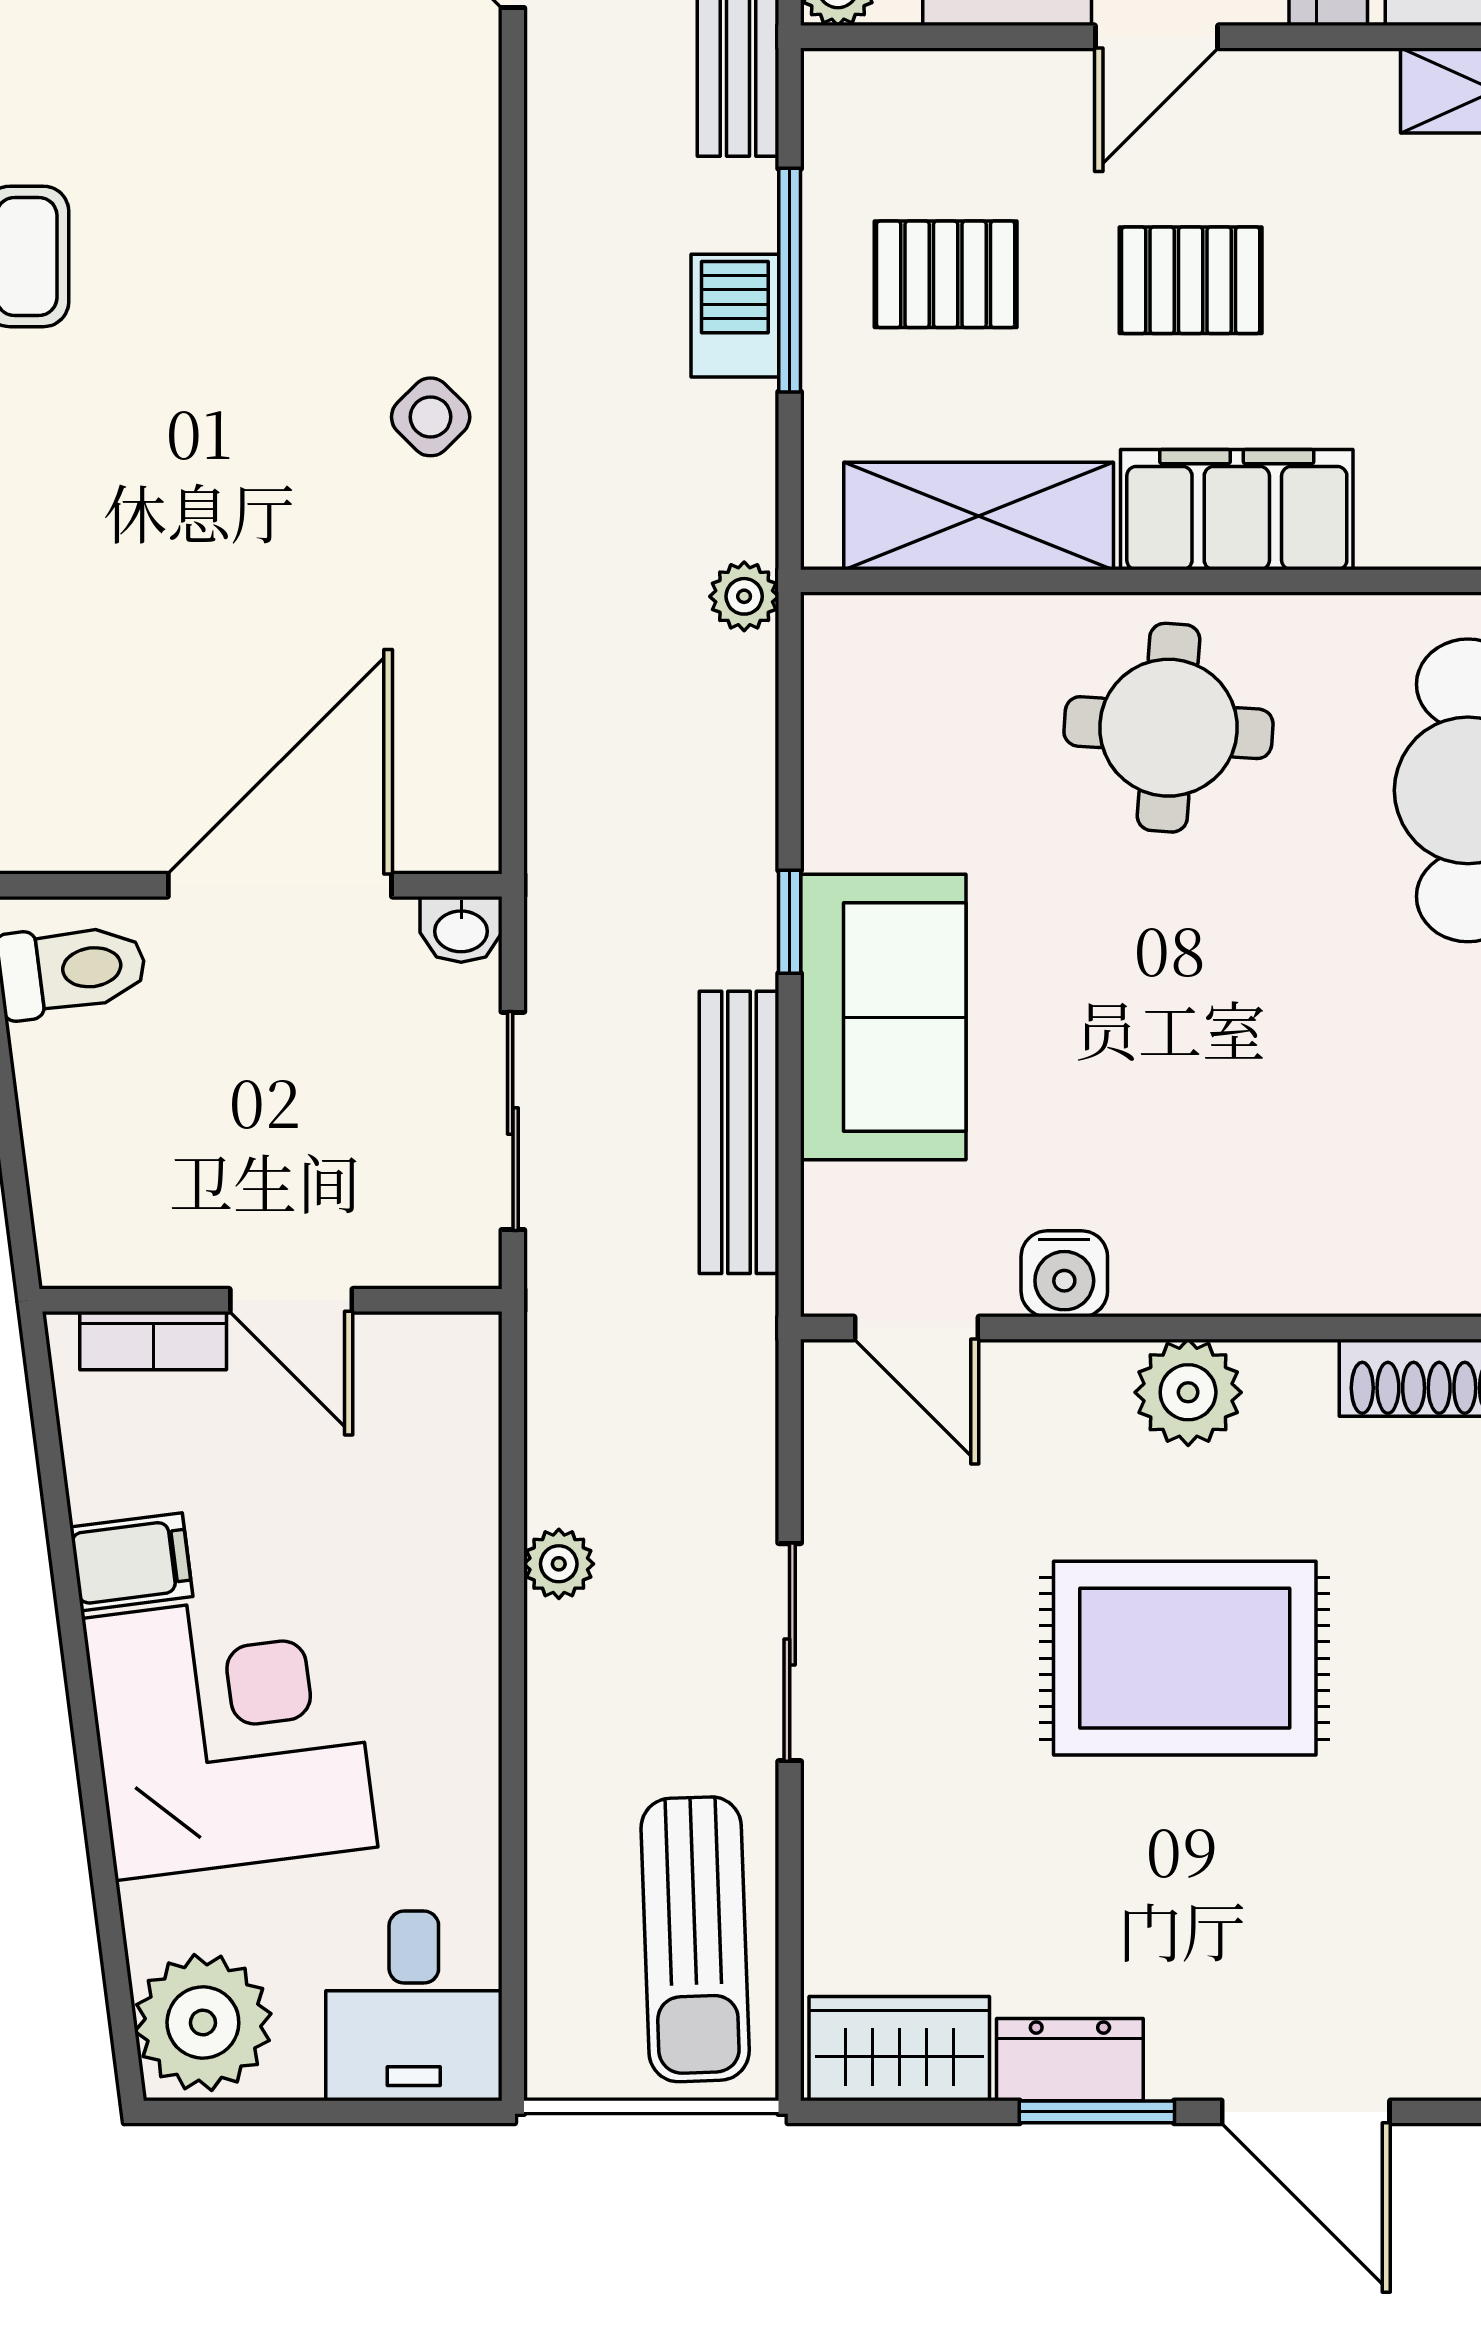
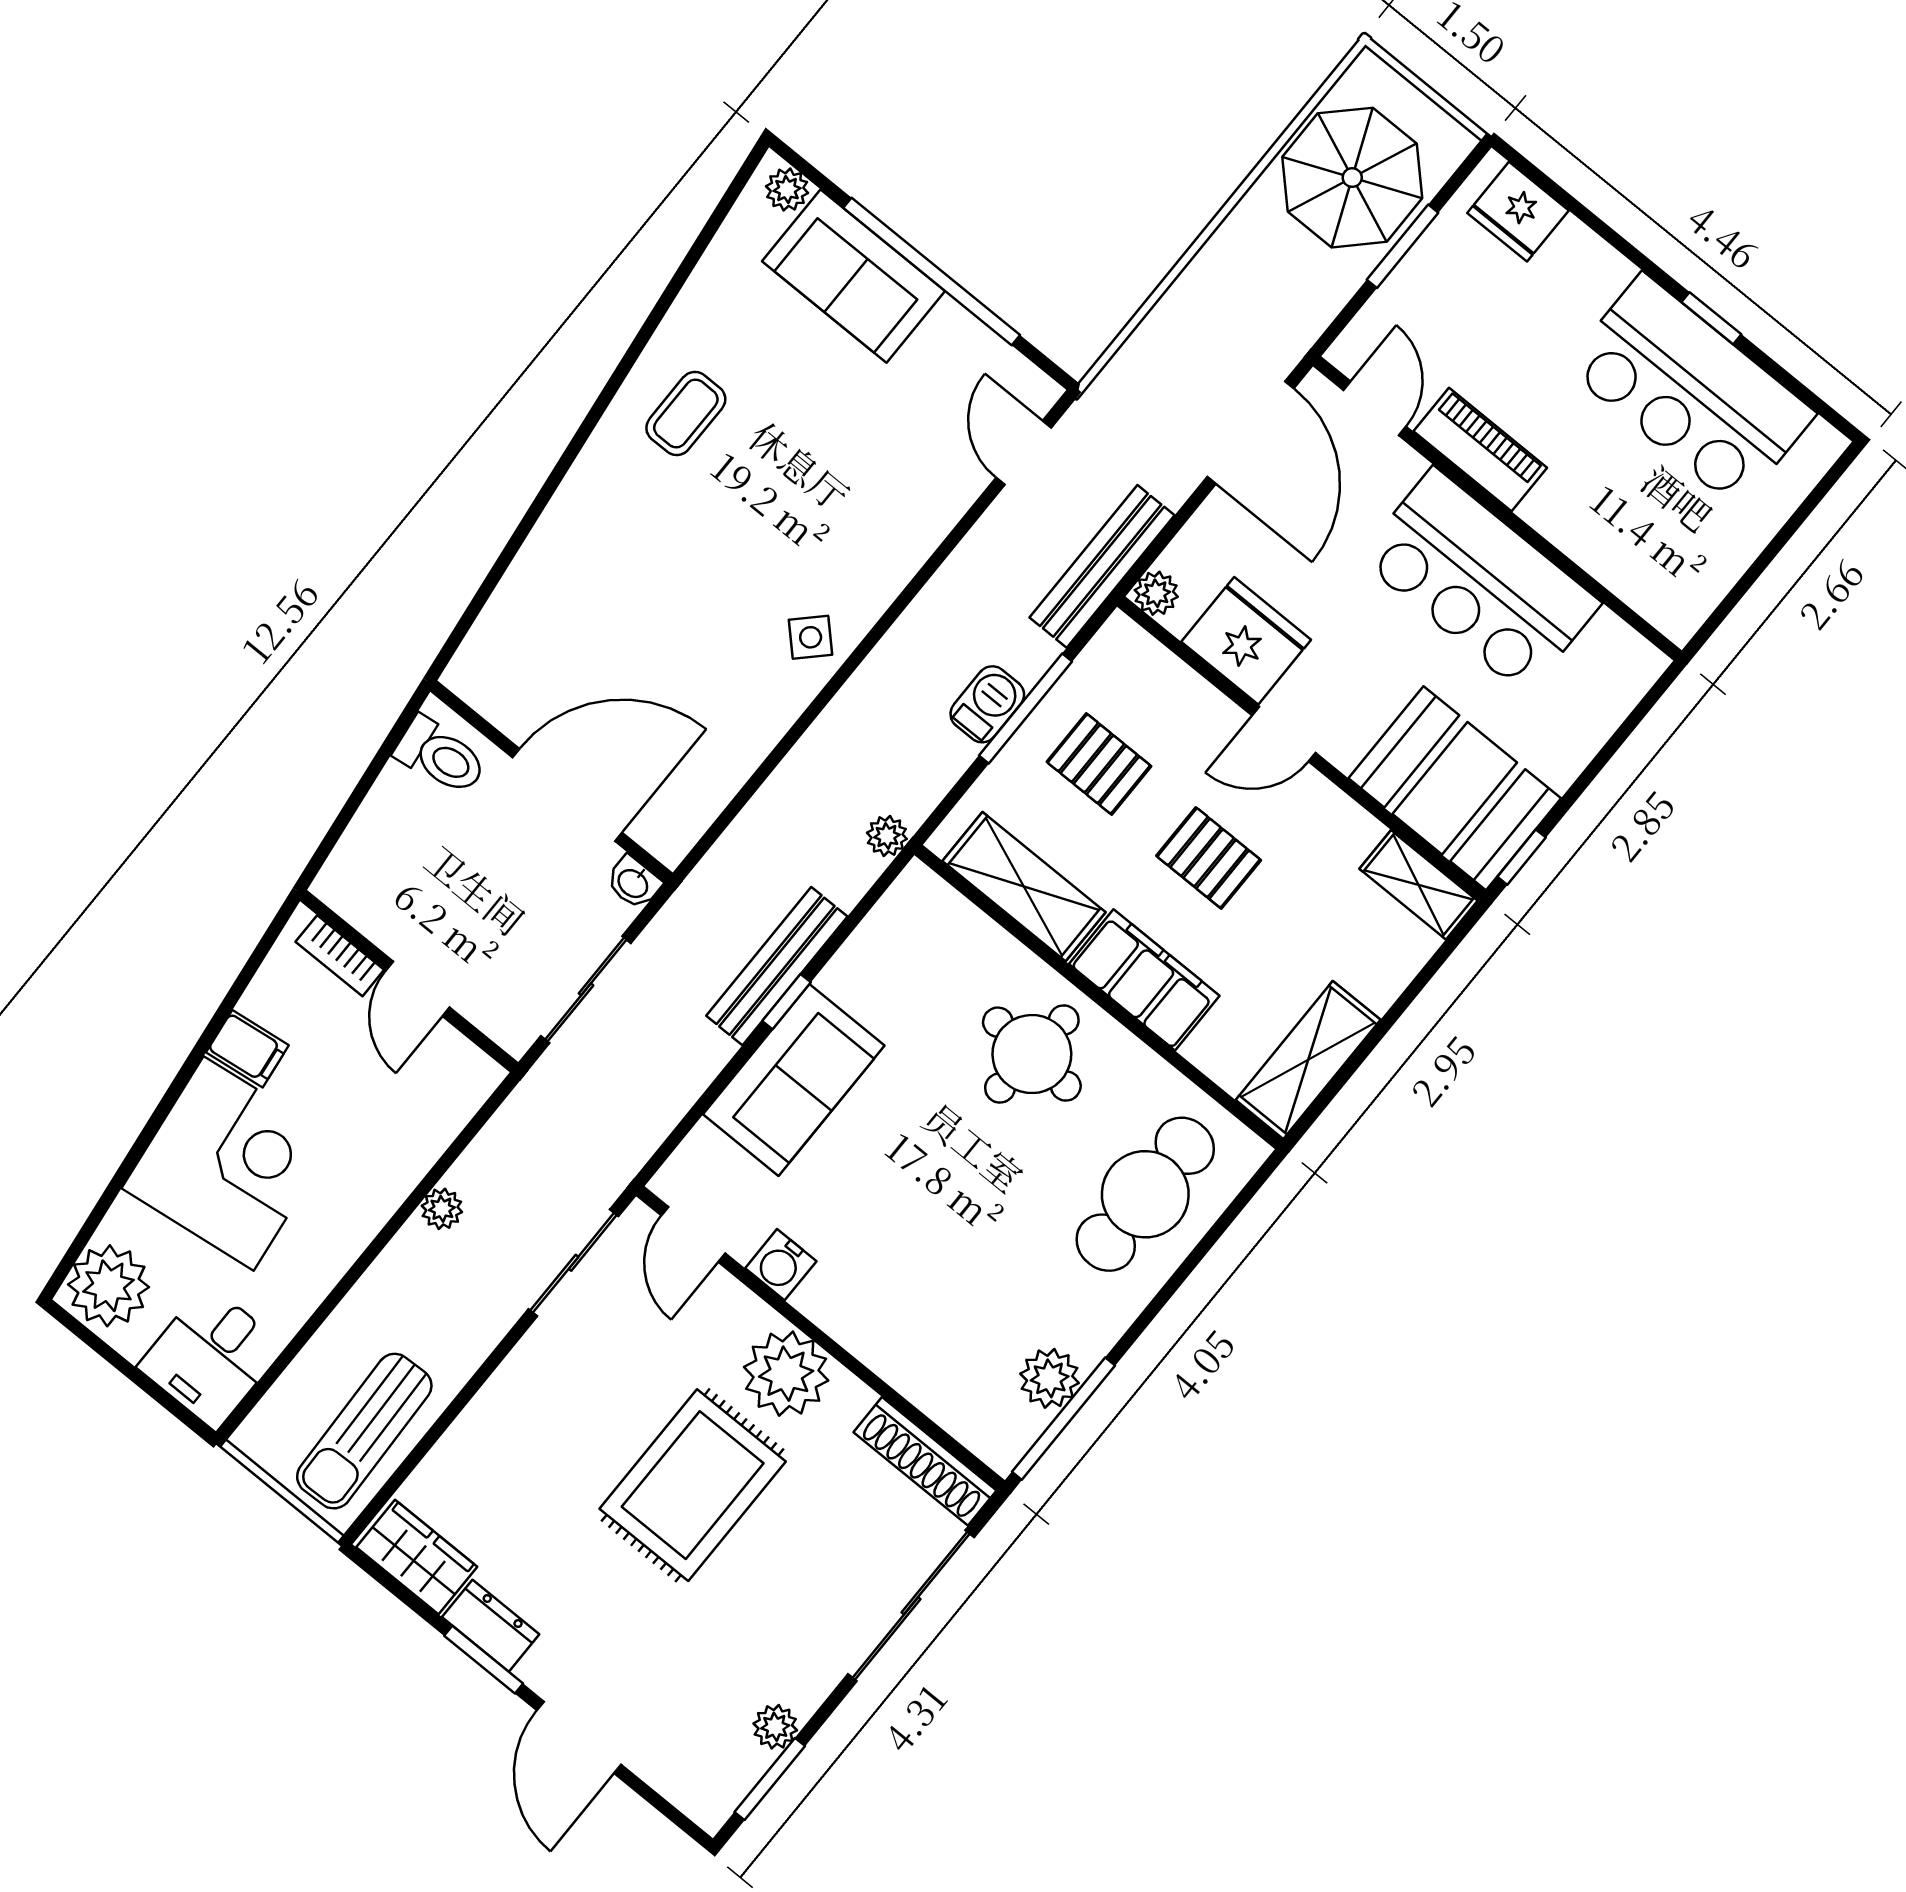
bench: (739, 1132) -> (777, 966), moved
plant: (1188, 1392) -> (786, 1374), width x1.36, depth x1.36
sliding door: (790, 1652) -> (573, 1263), moved
rug: (1185, 1658) -> (693, 1485), turned 90

